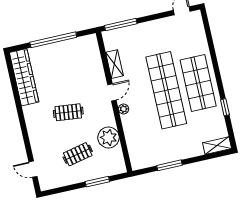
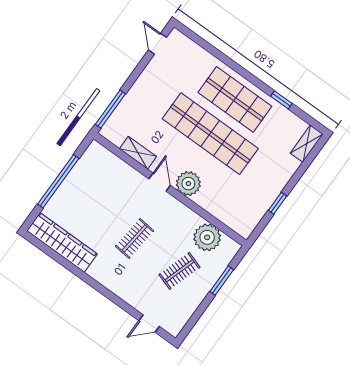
plant: (124, 109) -> (188, 184), width x1.88, depth x1.88
plant: (108, 138) -> (207, 237), moved
clothes rail: (78, 154) -> (179, 271), turned 30
window: (169, 165) -> (278, 203), width x0.67

